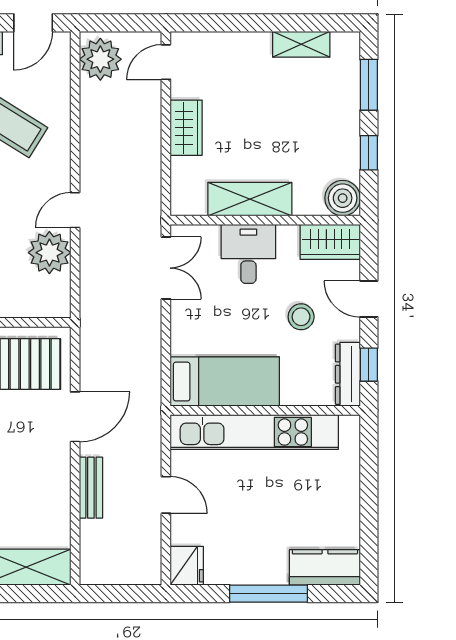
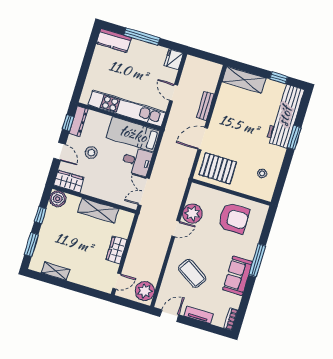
desk: (248, 254) -> (137, 161), moved, turned -90

